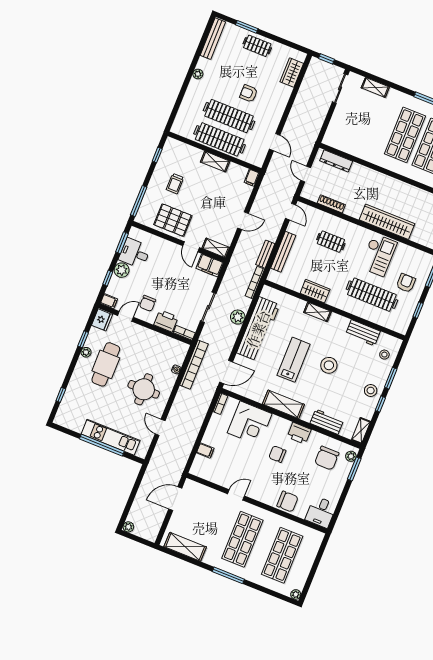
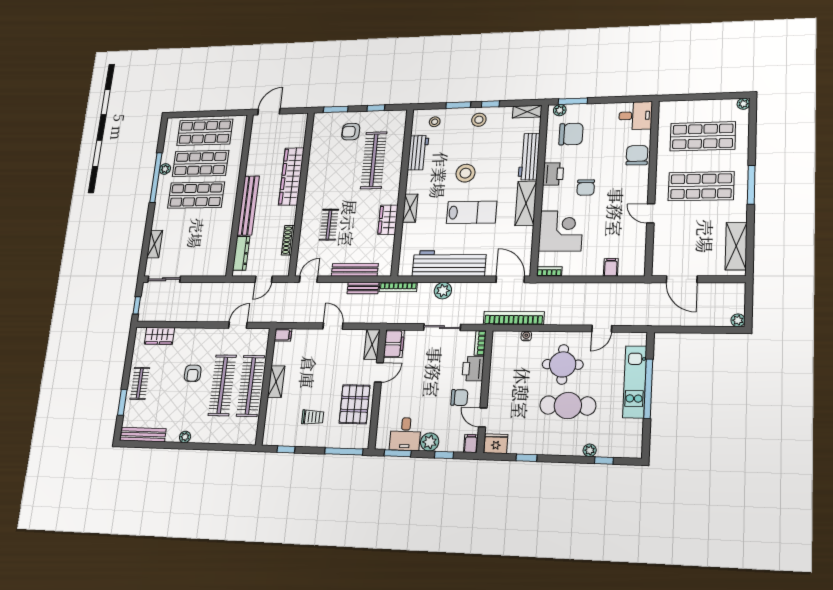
bench: (376, 178) -> (248, 205), added
checkout: (378, 255) -> (329, 171), removed
plant: (86, 352) -> (590, 450), moved
lab bench: (294, 360) -> (472, 212), turned 180
cafe table: (106, 364) -> (568, 406), moved
workbench: (327, 422) -> (529, 157), width x1.38

